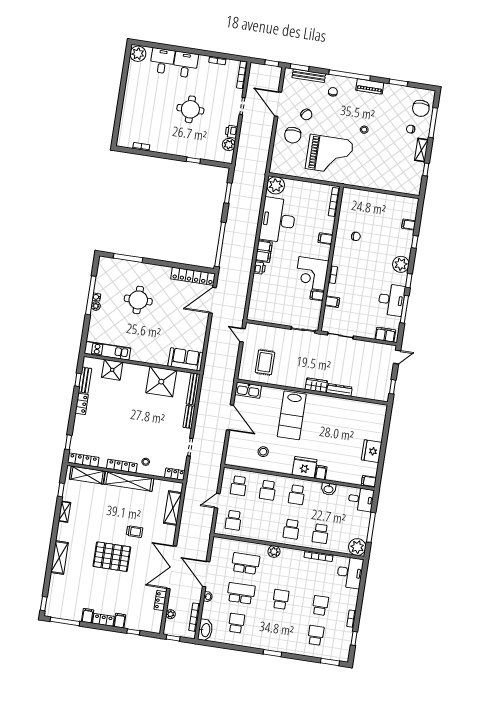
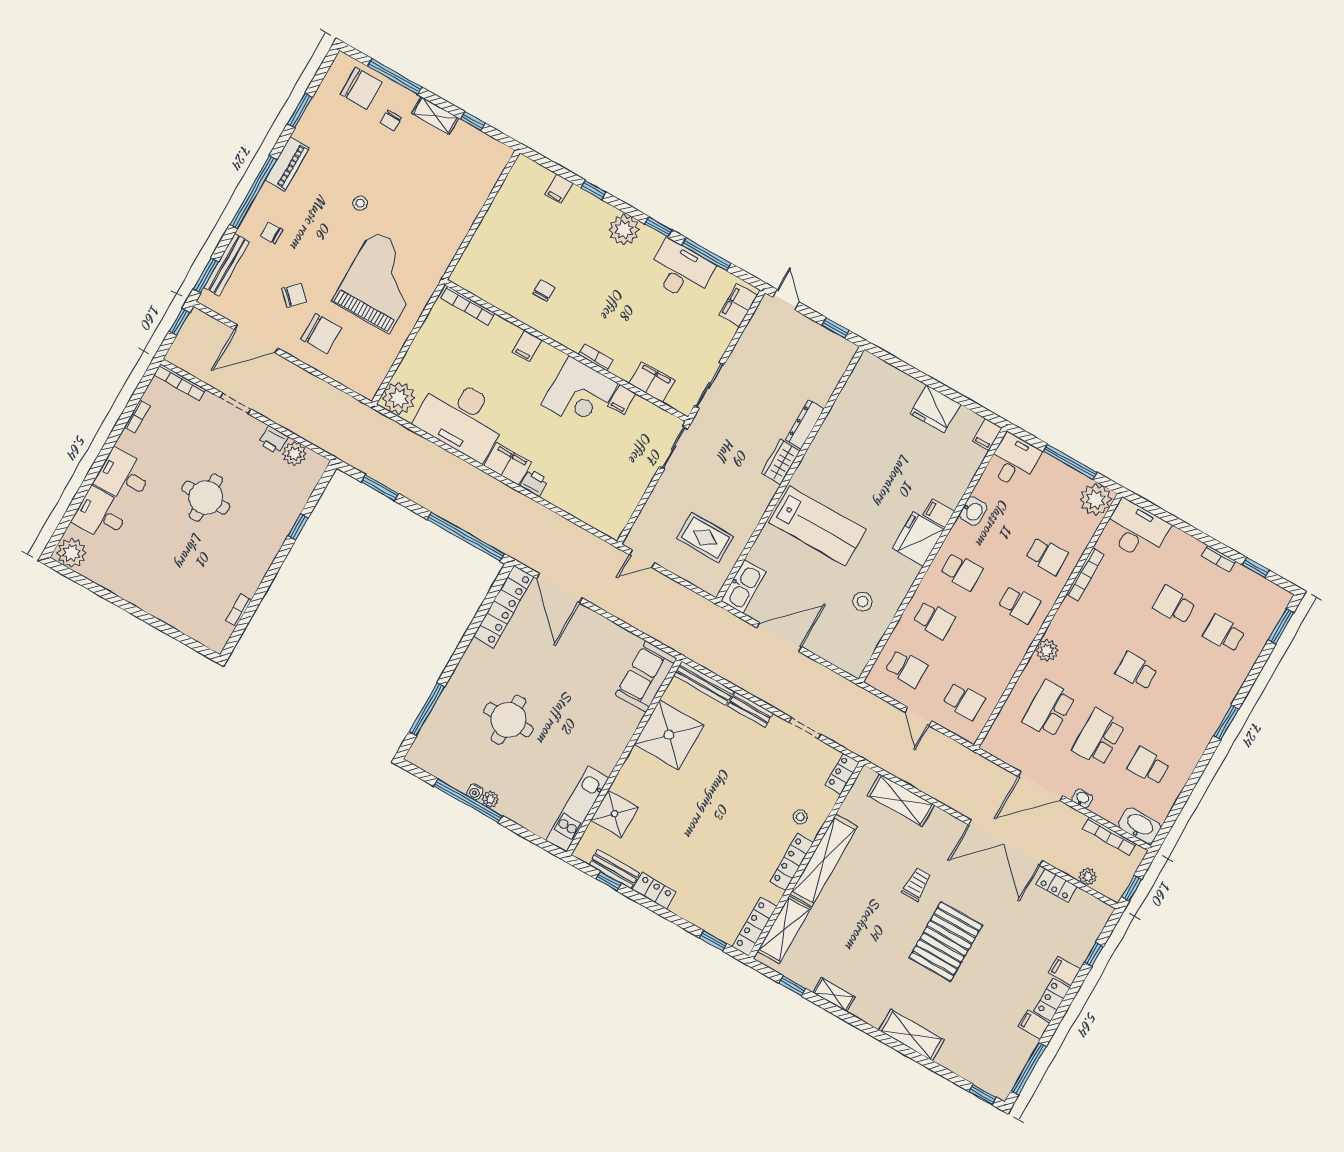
filing cabinet: (332, 302) -> (652, 382), width x2.00

